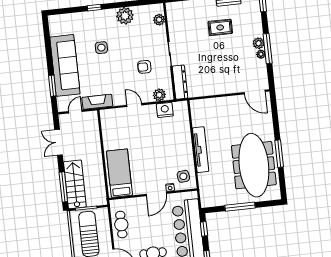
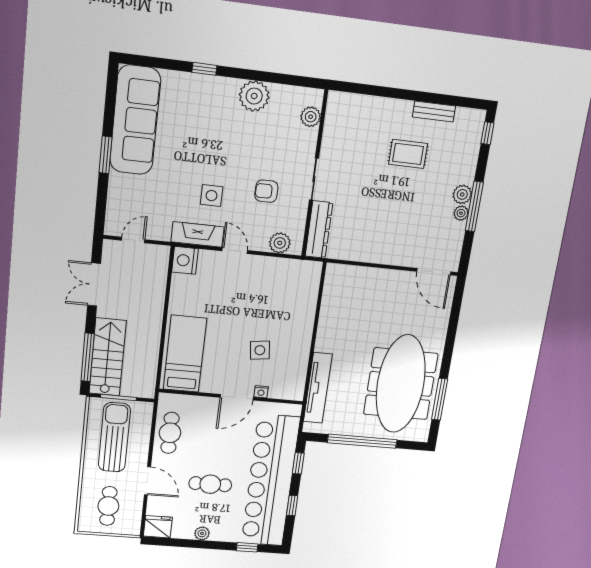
side table: (101, 48) -> (212, 196), moved
sofa: (65, 65) -> (135, 120), moved
window: (52, 86) -> (106, 155), moved
fireplace: (97, 102) -> (198, 234), moved
nightstand: (165, 110) -> (185, 260), moved, turned -90
tv unit: (201, 150) -> (318, 388), moved
window: (279, 154) -> (440, 399), moved
side table: (183, 176) -> (260, 350), moved
window: (240, 207) -> (362, 441), width x1.46

